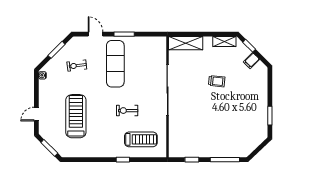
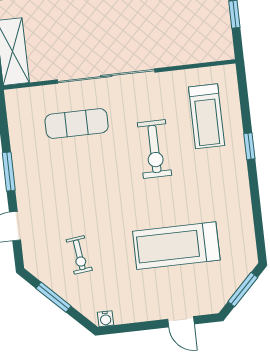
exercise mat: (115, 64) -> (77, 124), moved, width x0.73, depth x0.69
exercise bike: (127, 111) -> (154, 149), width x1.38, depth x1.39
treadmill: (141, 139) -> (207, 116), turned 180

